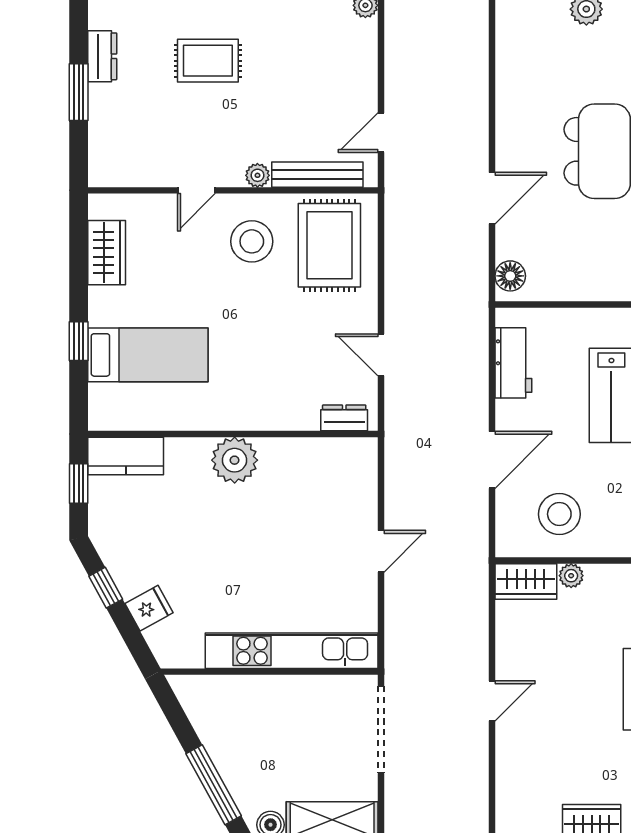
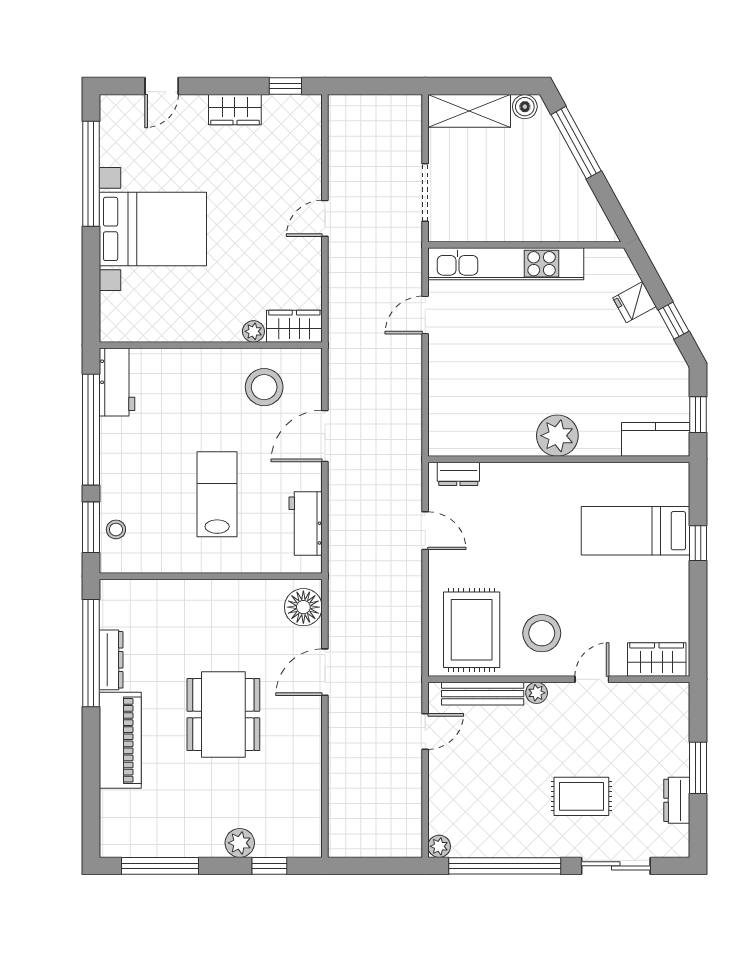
wardrobe: (107, 253) -> (657, 660), moved, turned 90
floor lamp: (510, 276) -> (303, 607), width x1.38, depth x1.38
door: (381, 551) -> (425, 315), moved
doorway: (381, 730) -> (425, 192), width x0.73

